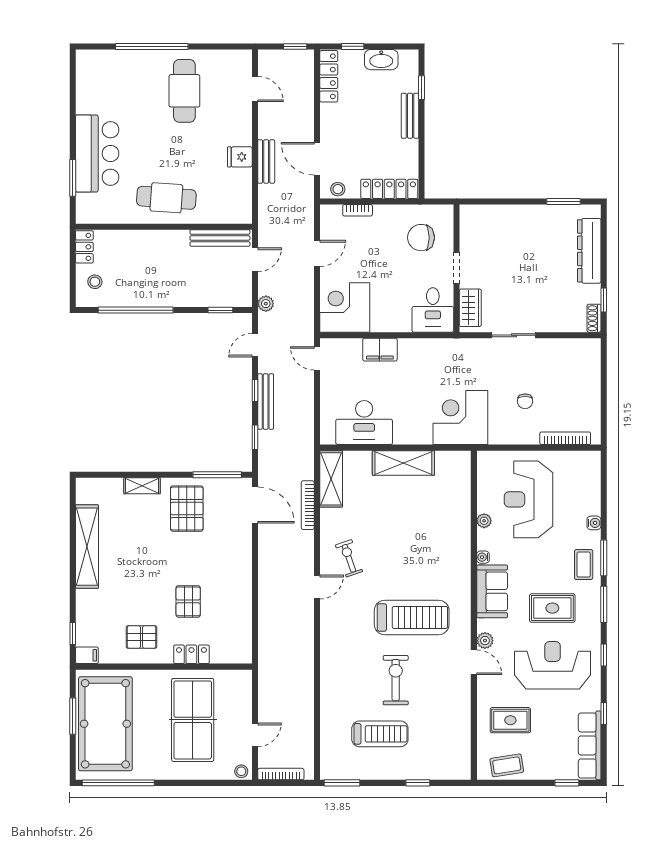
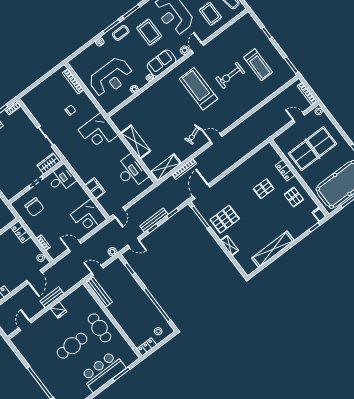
cafe table: (184, 91) -> (72, 346), moved
locker: (389, 189) -> (21, 232), width x0.66
treadmill: (380, 734) -> (258, 65), turned 180

